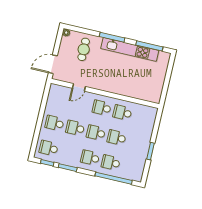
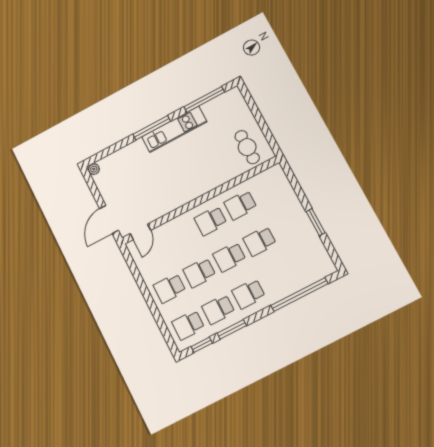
cafe table: (84, 49) -> (247, 147), moved
kitchen unit: (130, 49) -> (174, 129), width x0.73
door: (79, 87) -> (140, 232), moved
school desk: (111, 163) -> (218, 309), moved

